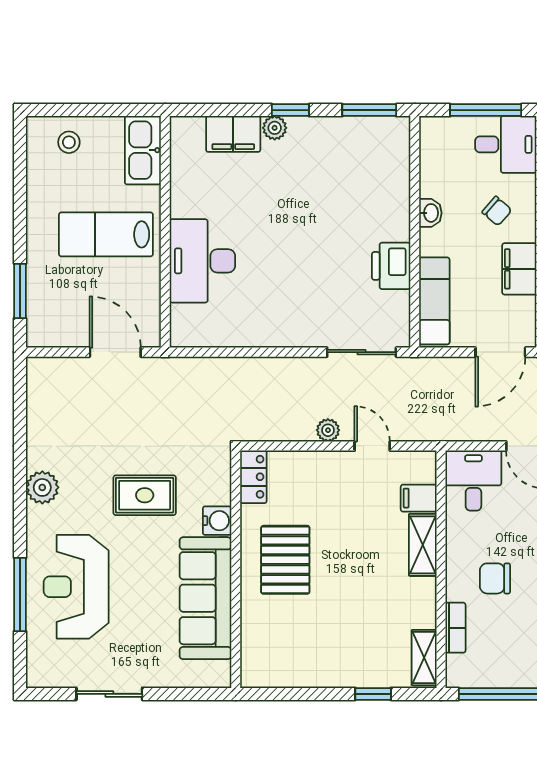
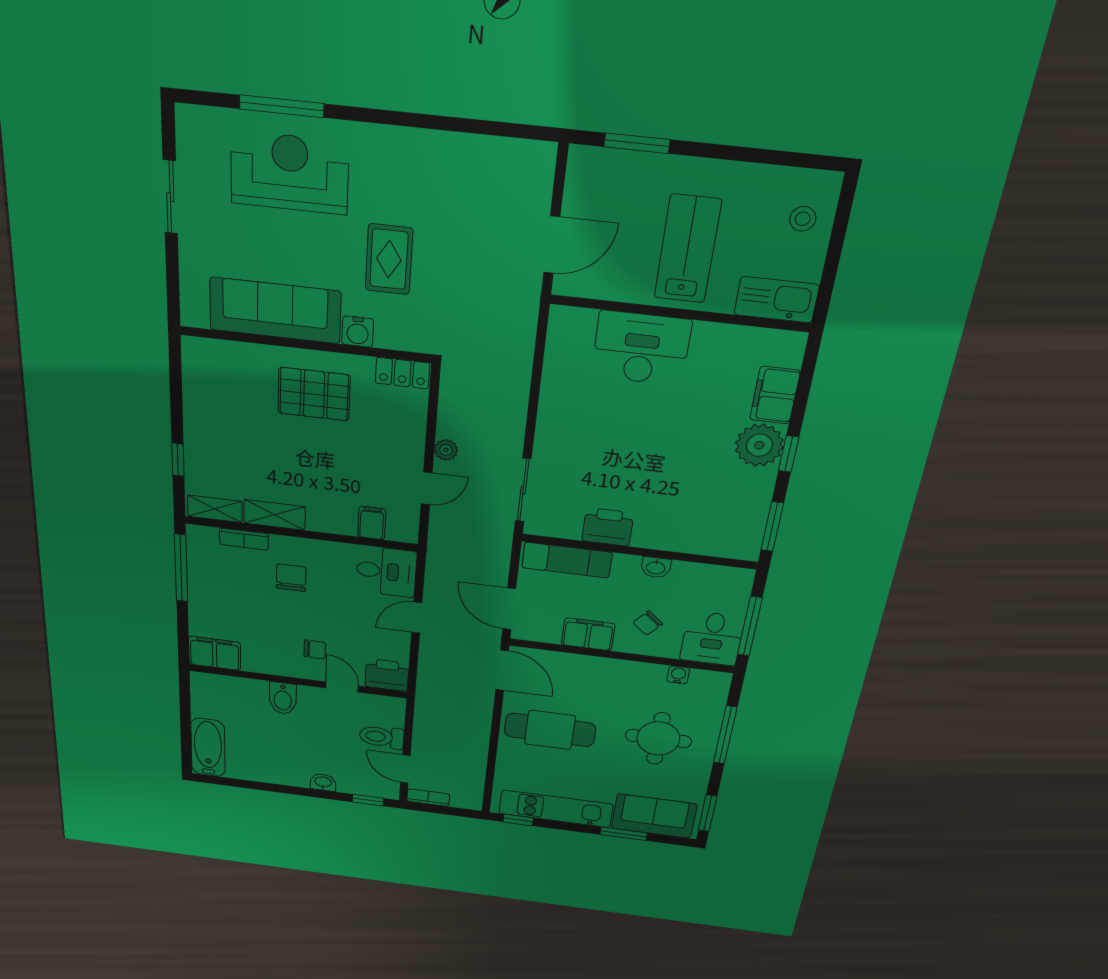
plant: (275, 128) -> (759, 445), width x1.88, depth x1.88
plant: (42, 487) -> (404, 146), removed
shelving: (423, 545) -> (275, 515), moved

